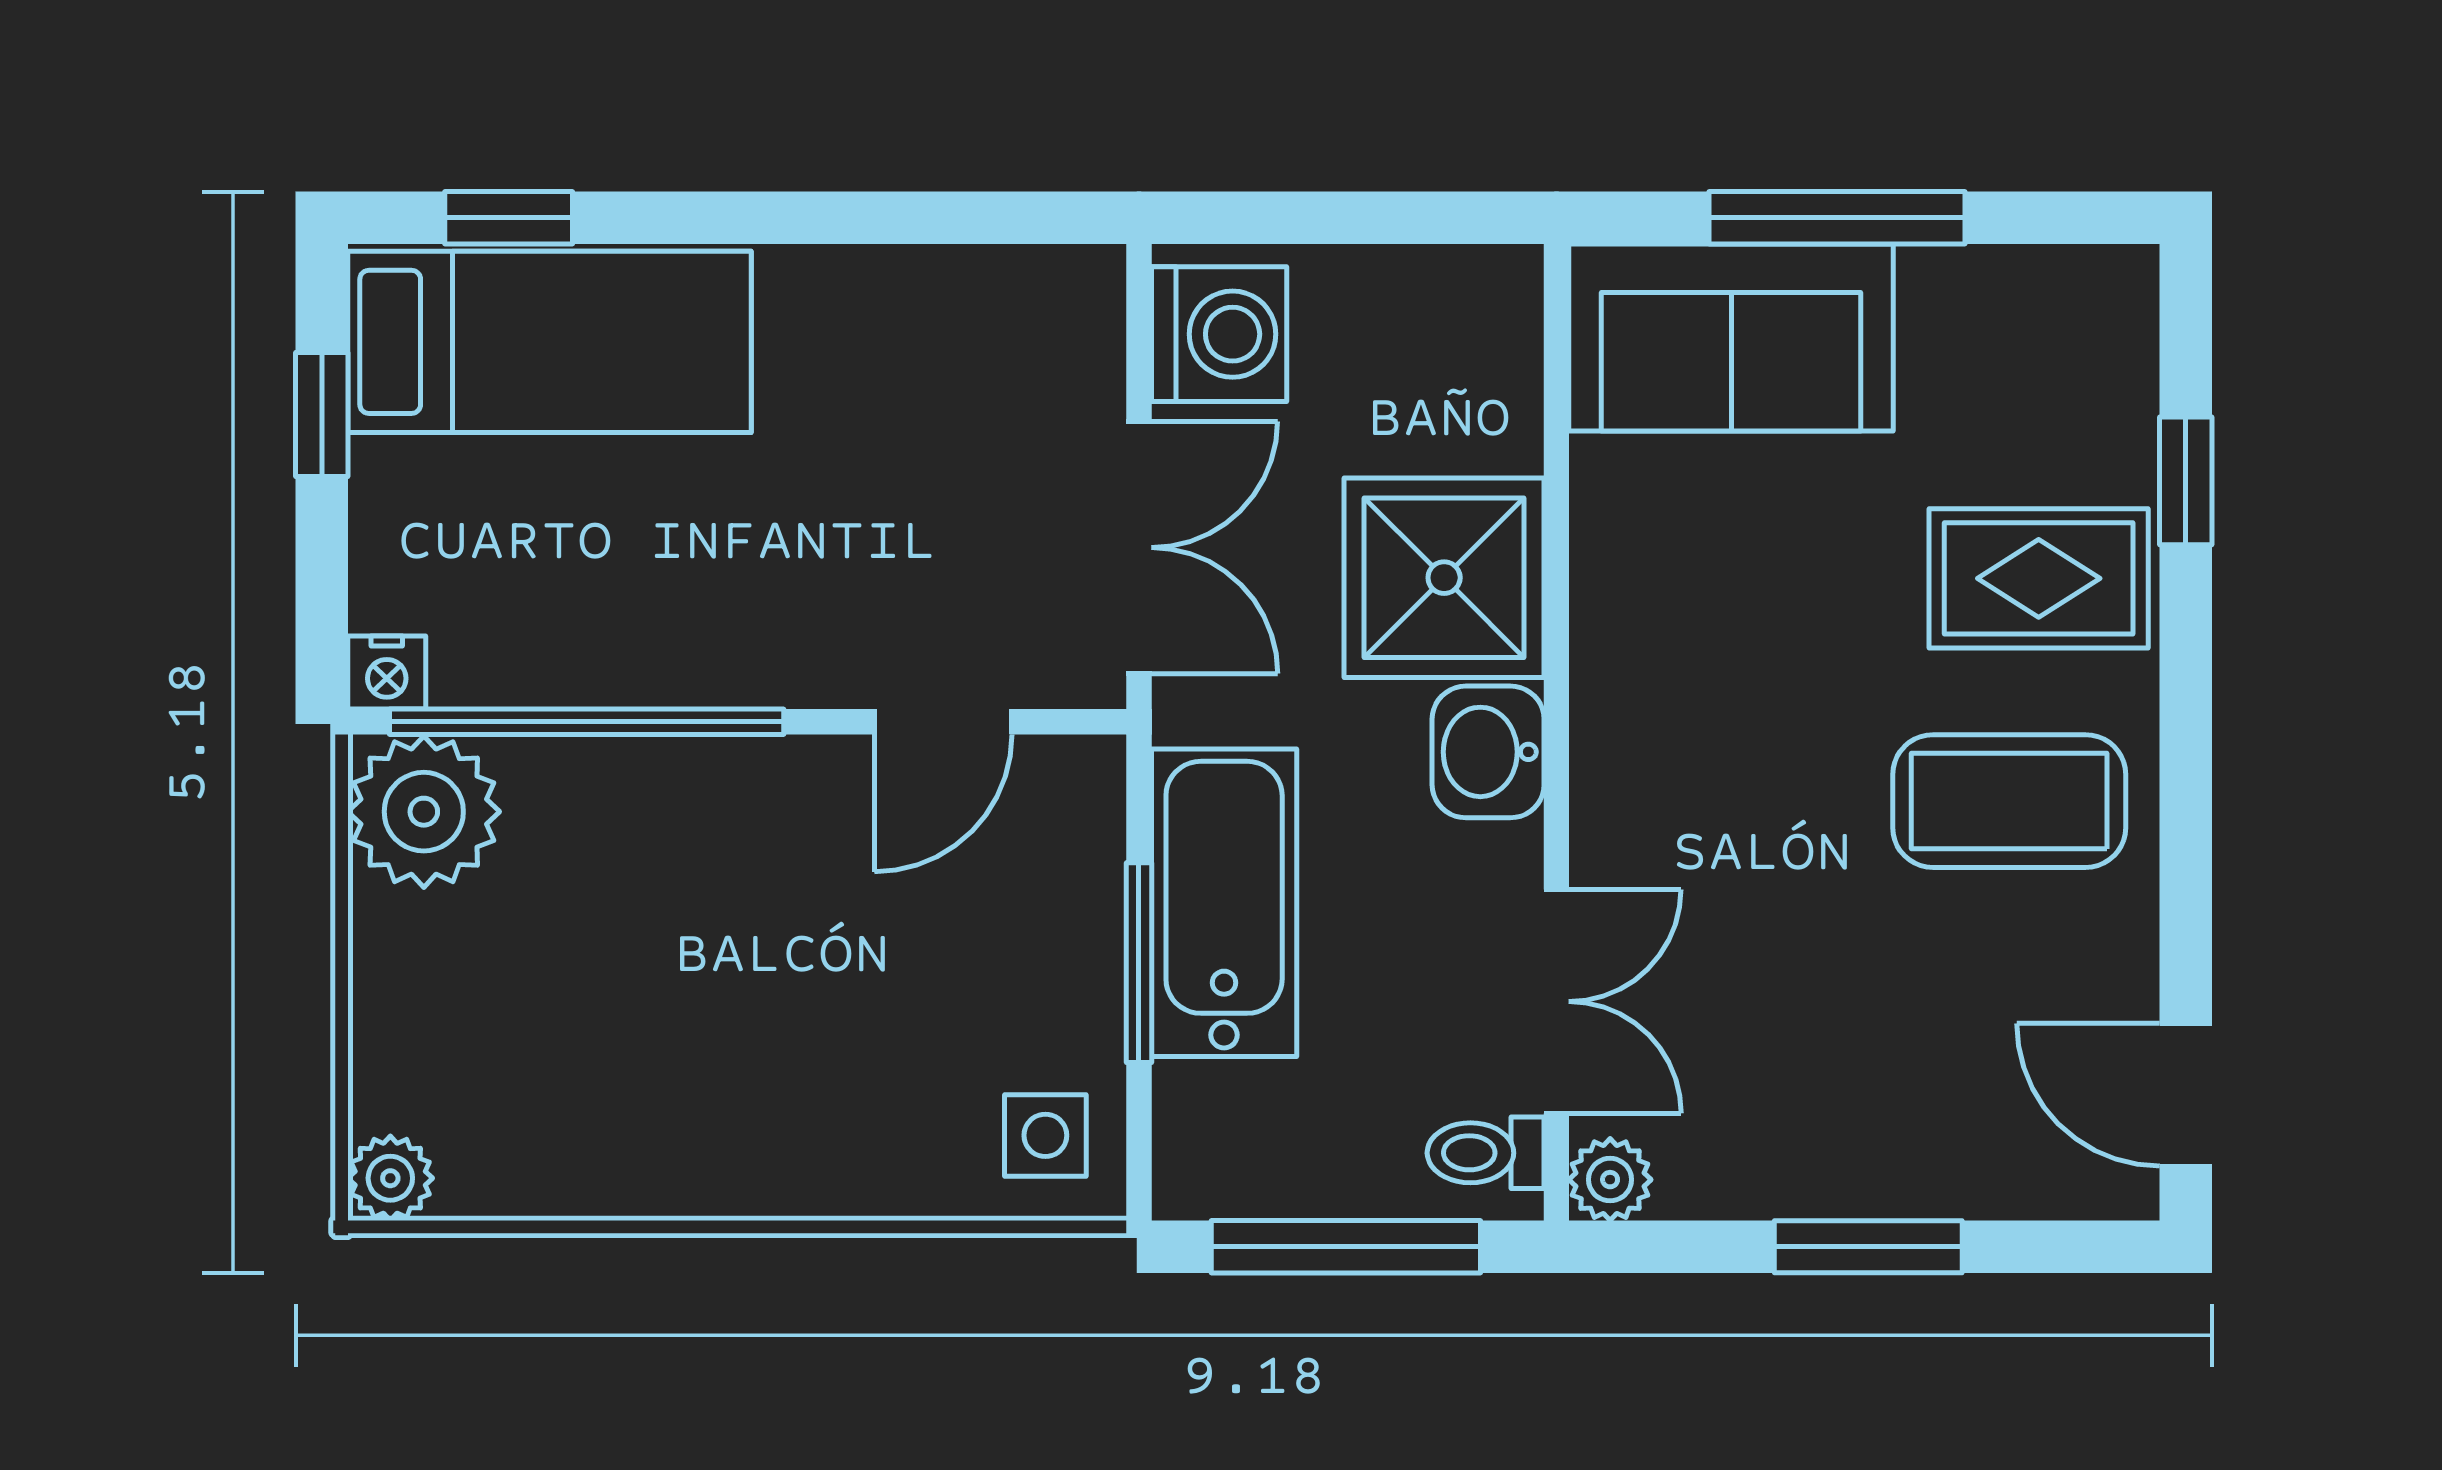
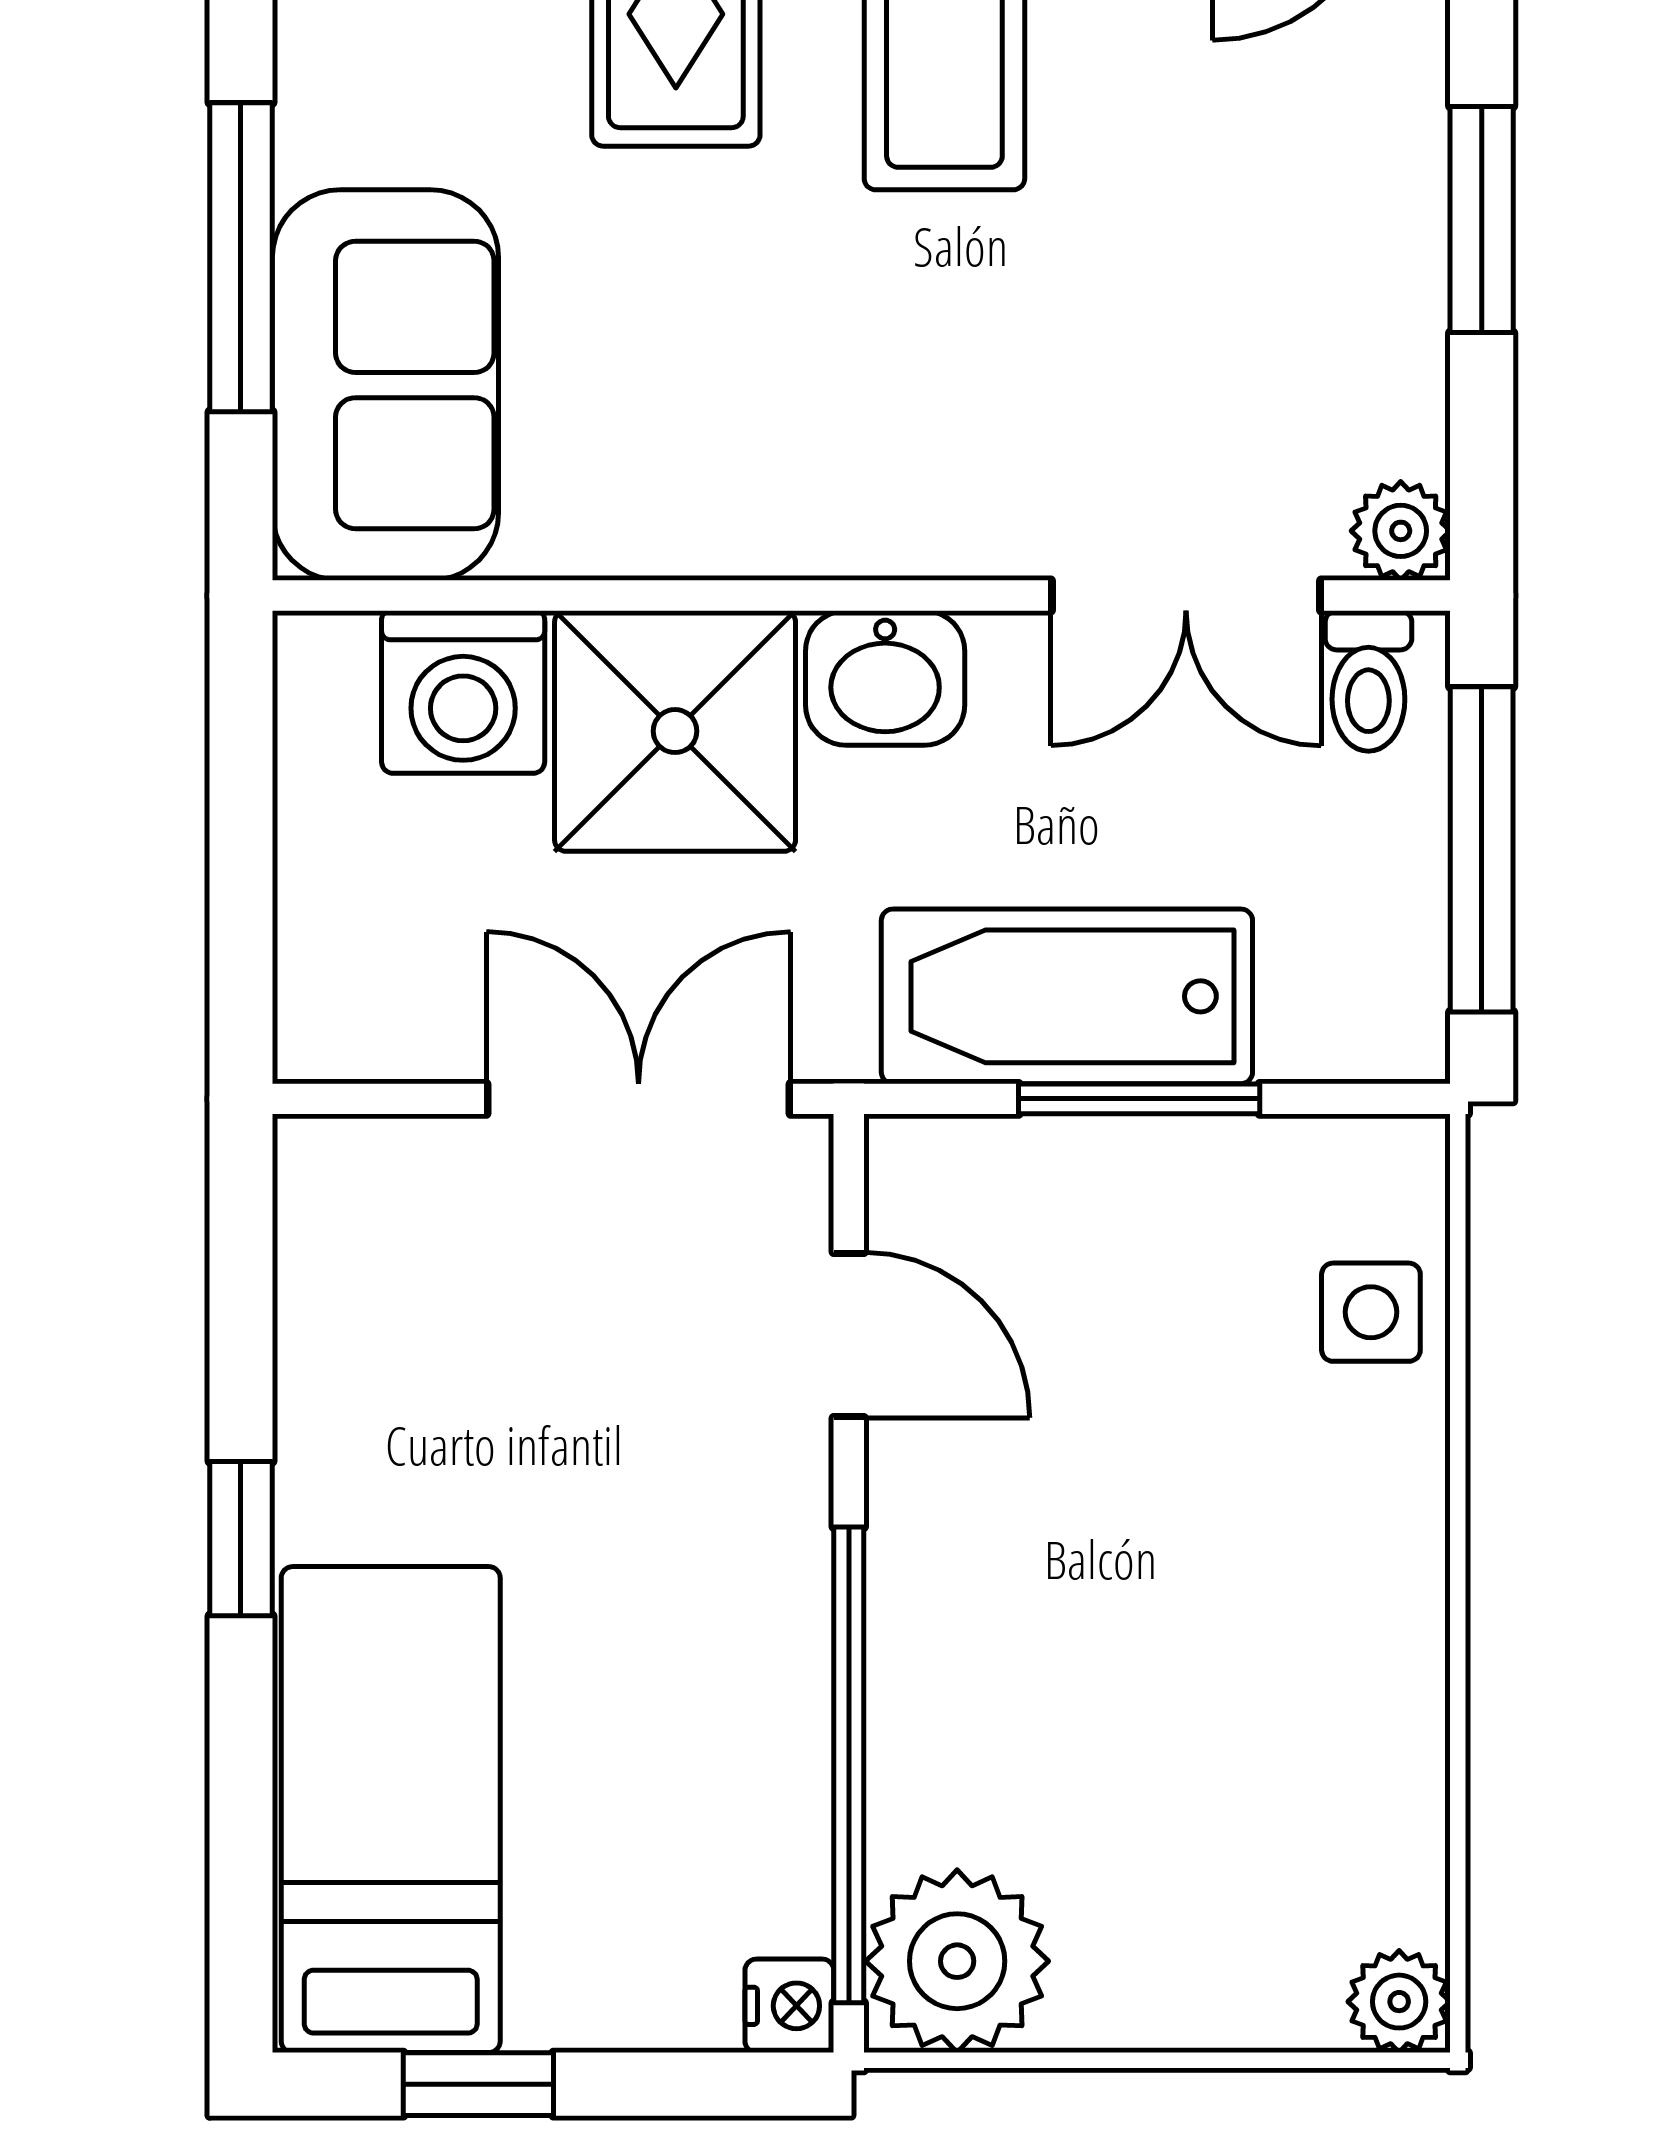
window: (509, 218) -> (241, 1539), moved
washing machine: (1219, 334) -> (463, 692), moved, turned 180
double door: (1556, 1001) -> (1186, 596), swing flipped
side table: (1045, 1135) -> (1371, 1312), moved

